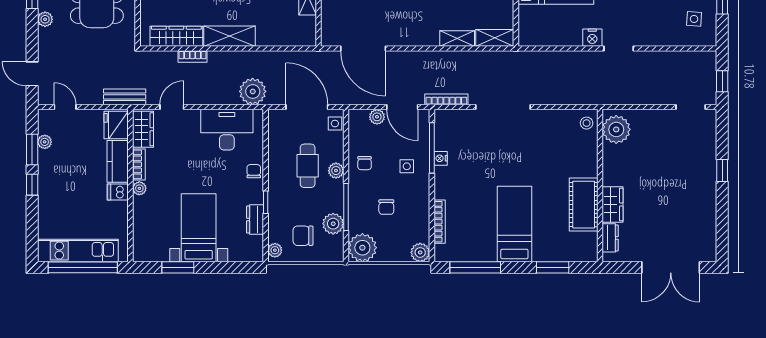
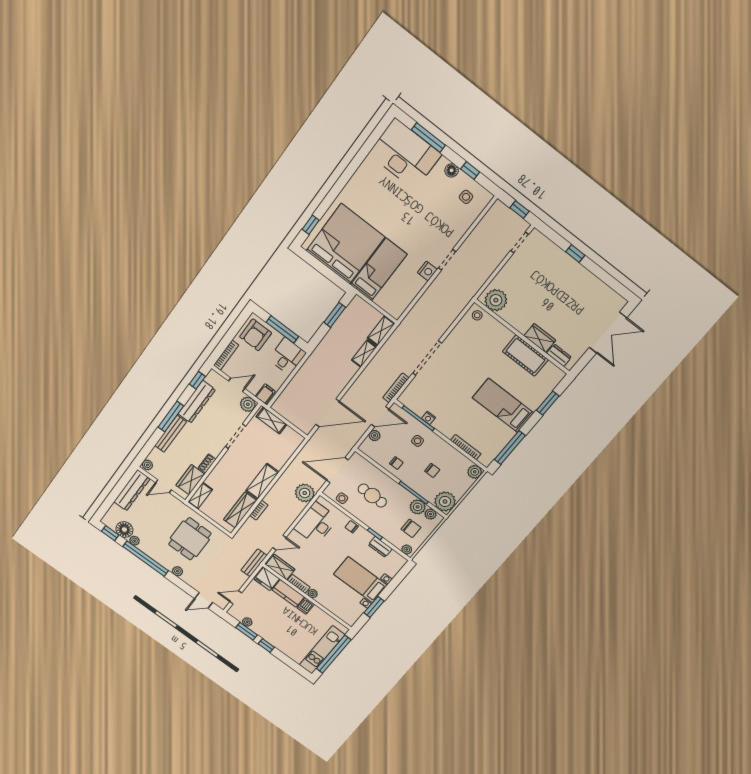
door: (172, 107) -> (279, 543), swing flipped
side table: (335, 124) -> (342, 498), moved
plant: (336, 171) -> (430, 514), moved
chair: (303, 236) -> (411, 528), turned -90

